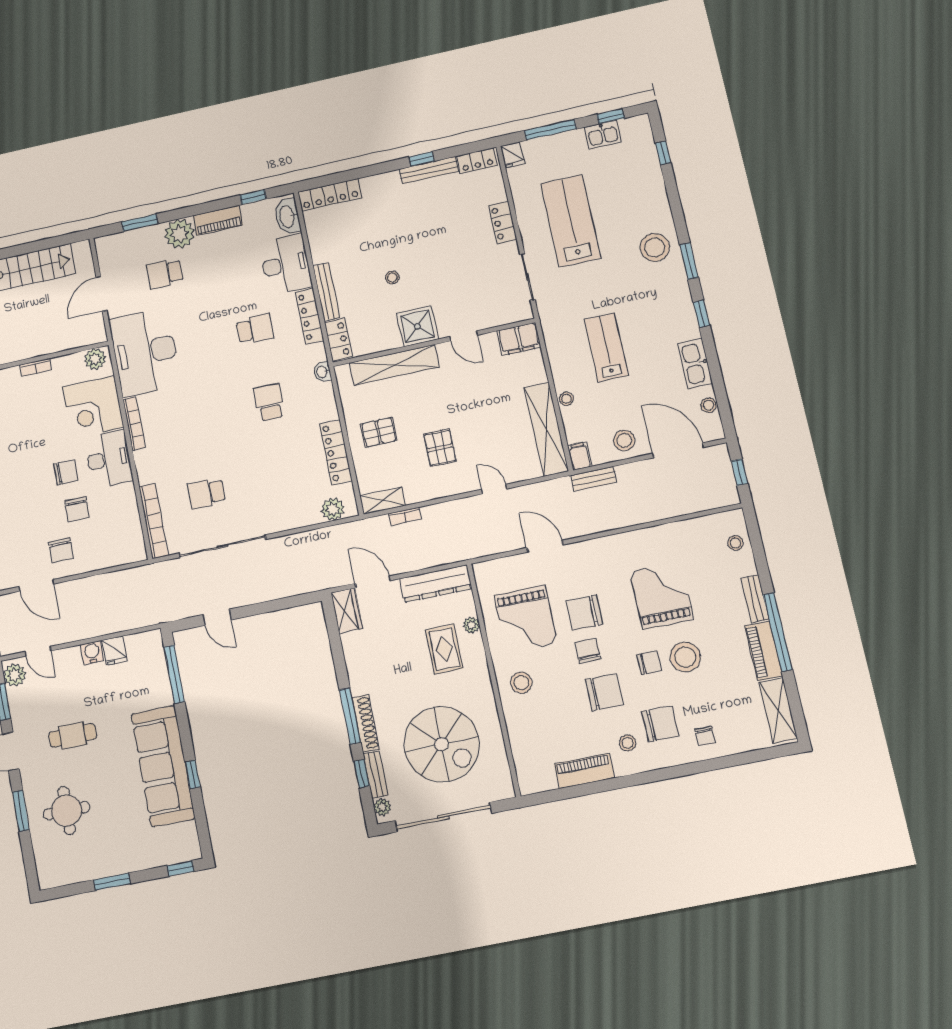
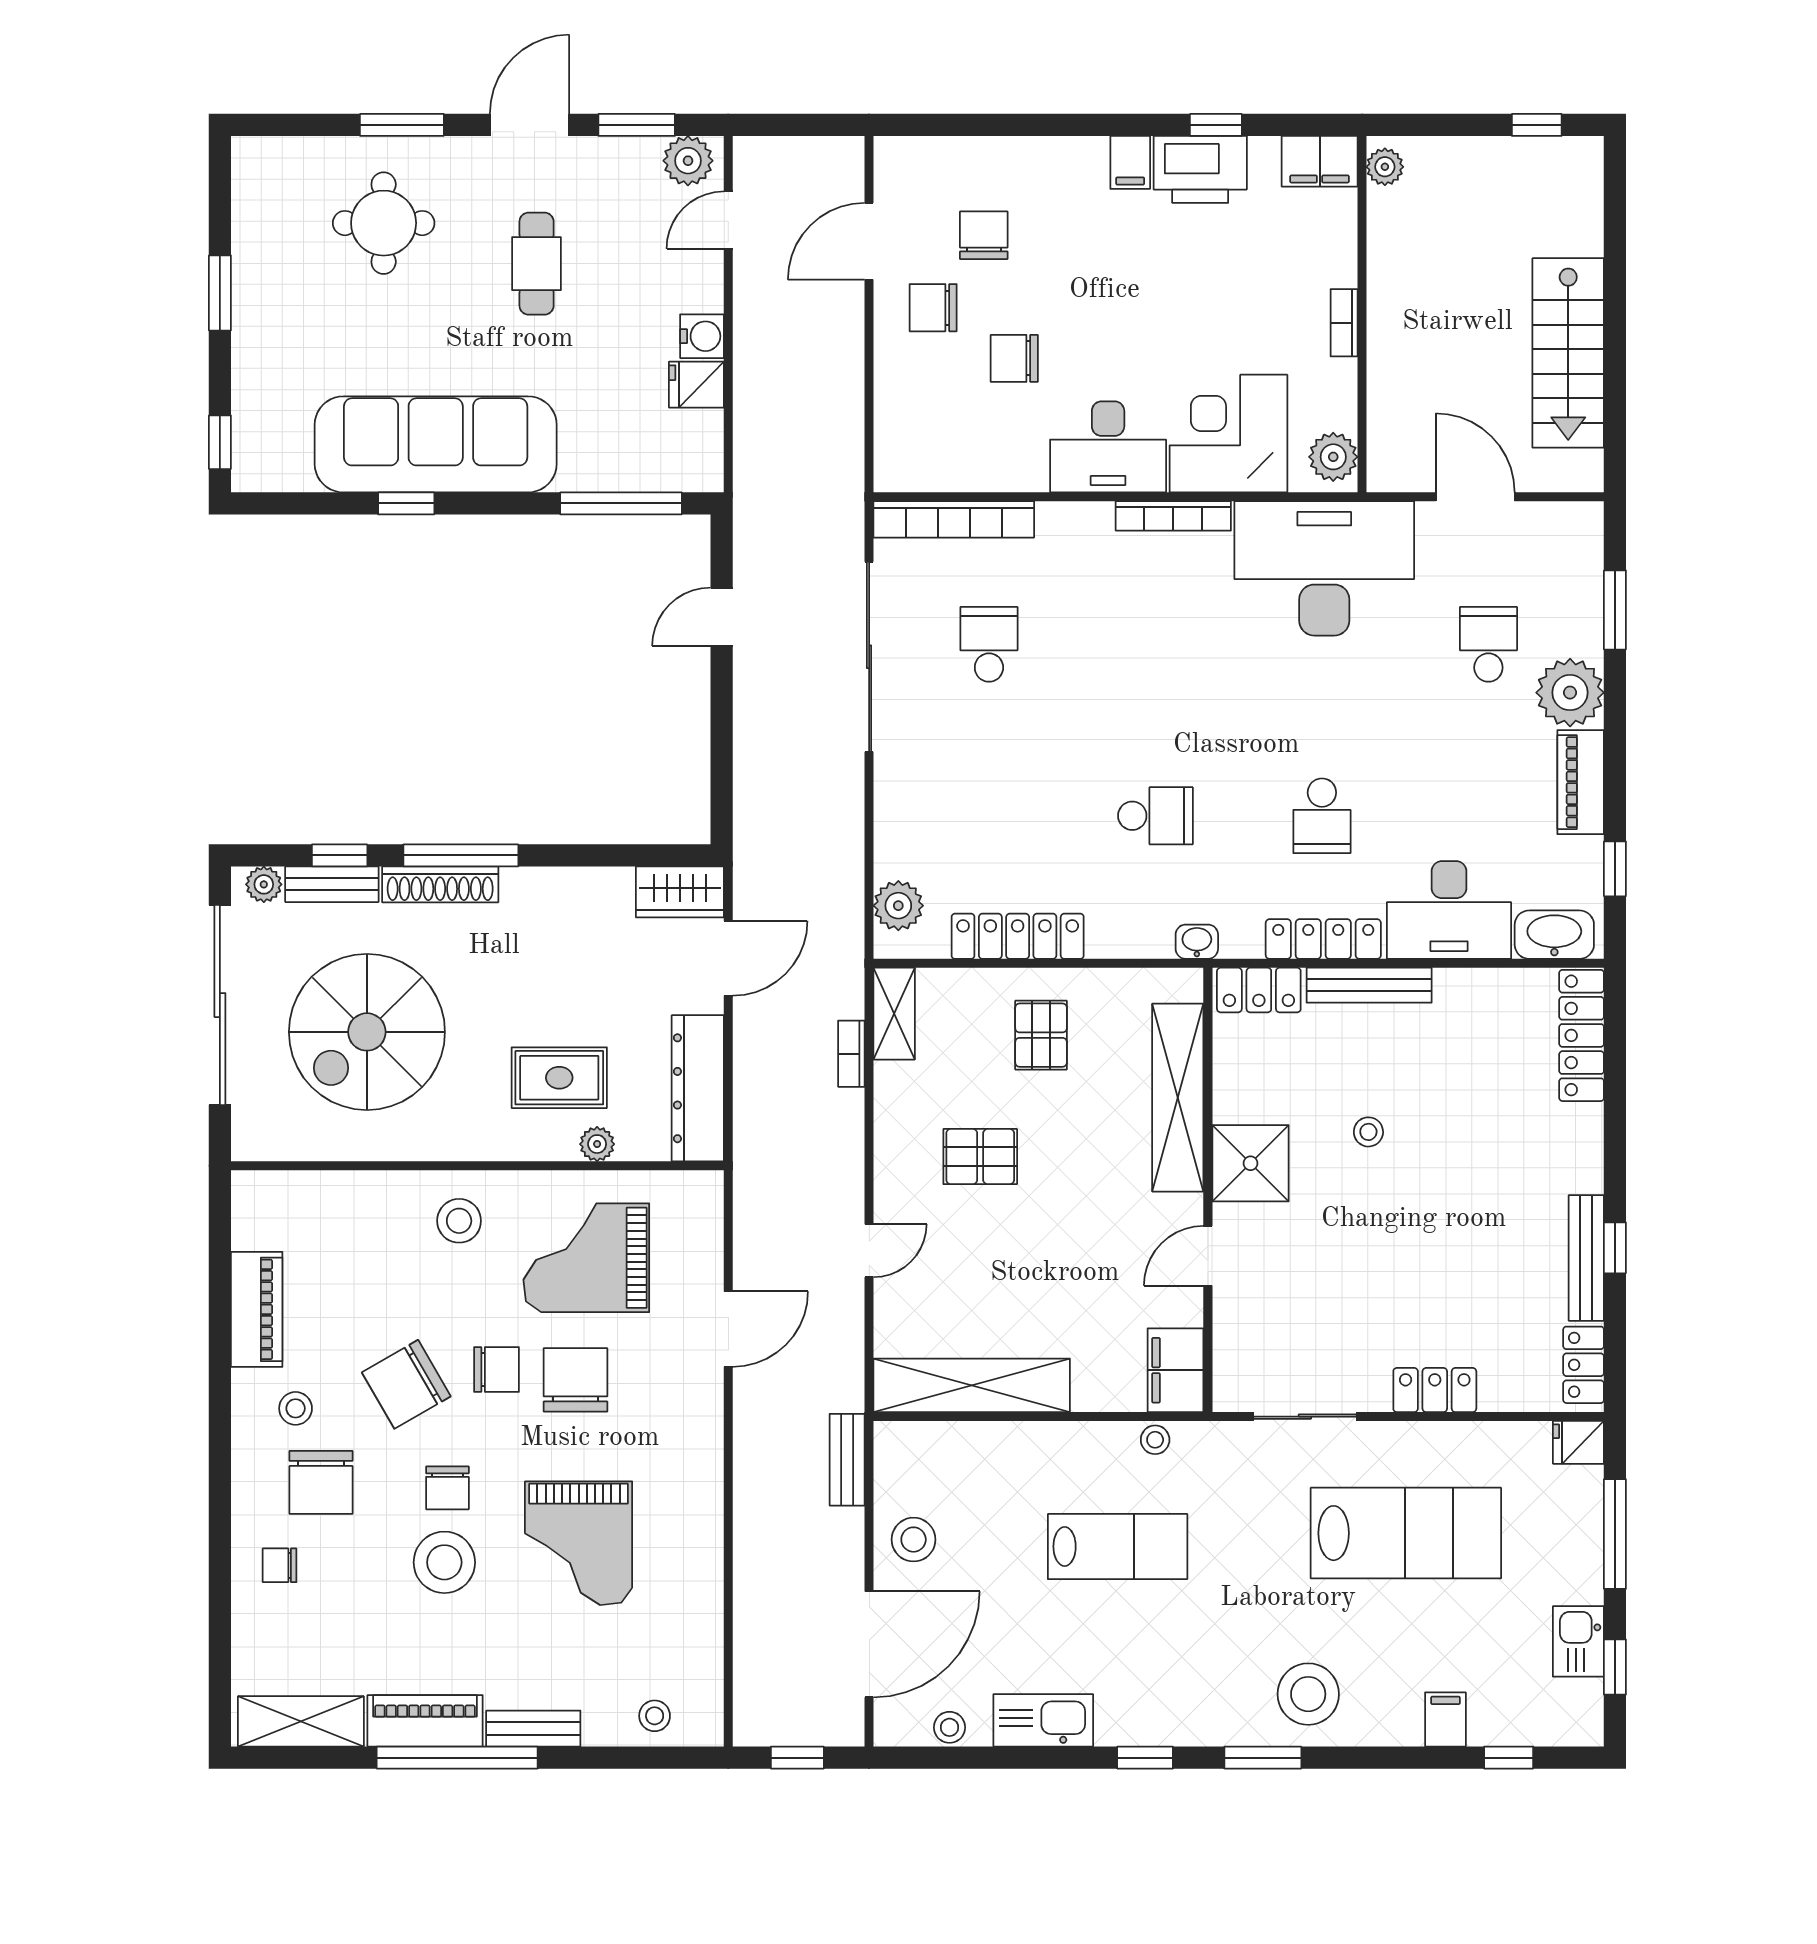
stool: (566, 399) -> (1155, 1440), moved
filing cabinet: (580, 456) -> (1445, 1719), moved, turned -90
chair: (66, 472) -> (984, 235), moved, turned 180
grand piano: (661, 595) -> (579, 1543), turned 90
chair: (604, 692) -> (406, 1384), turned 60

